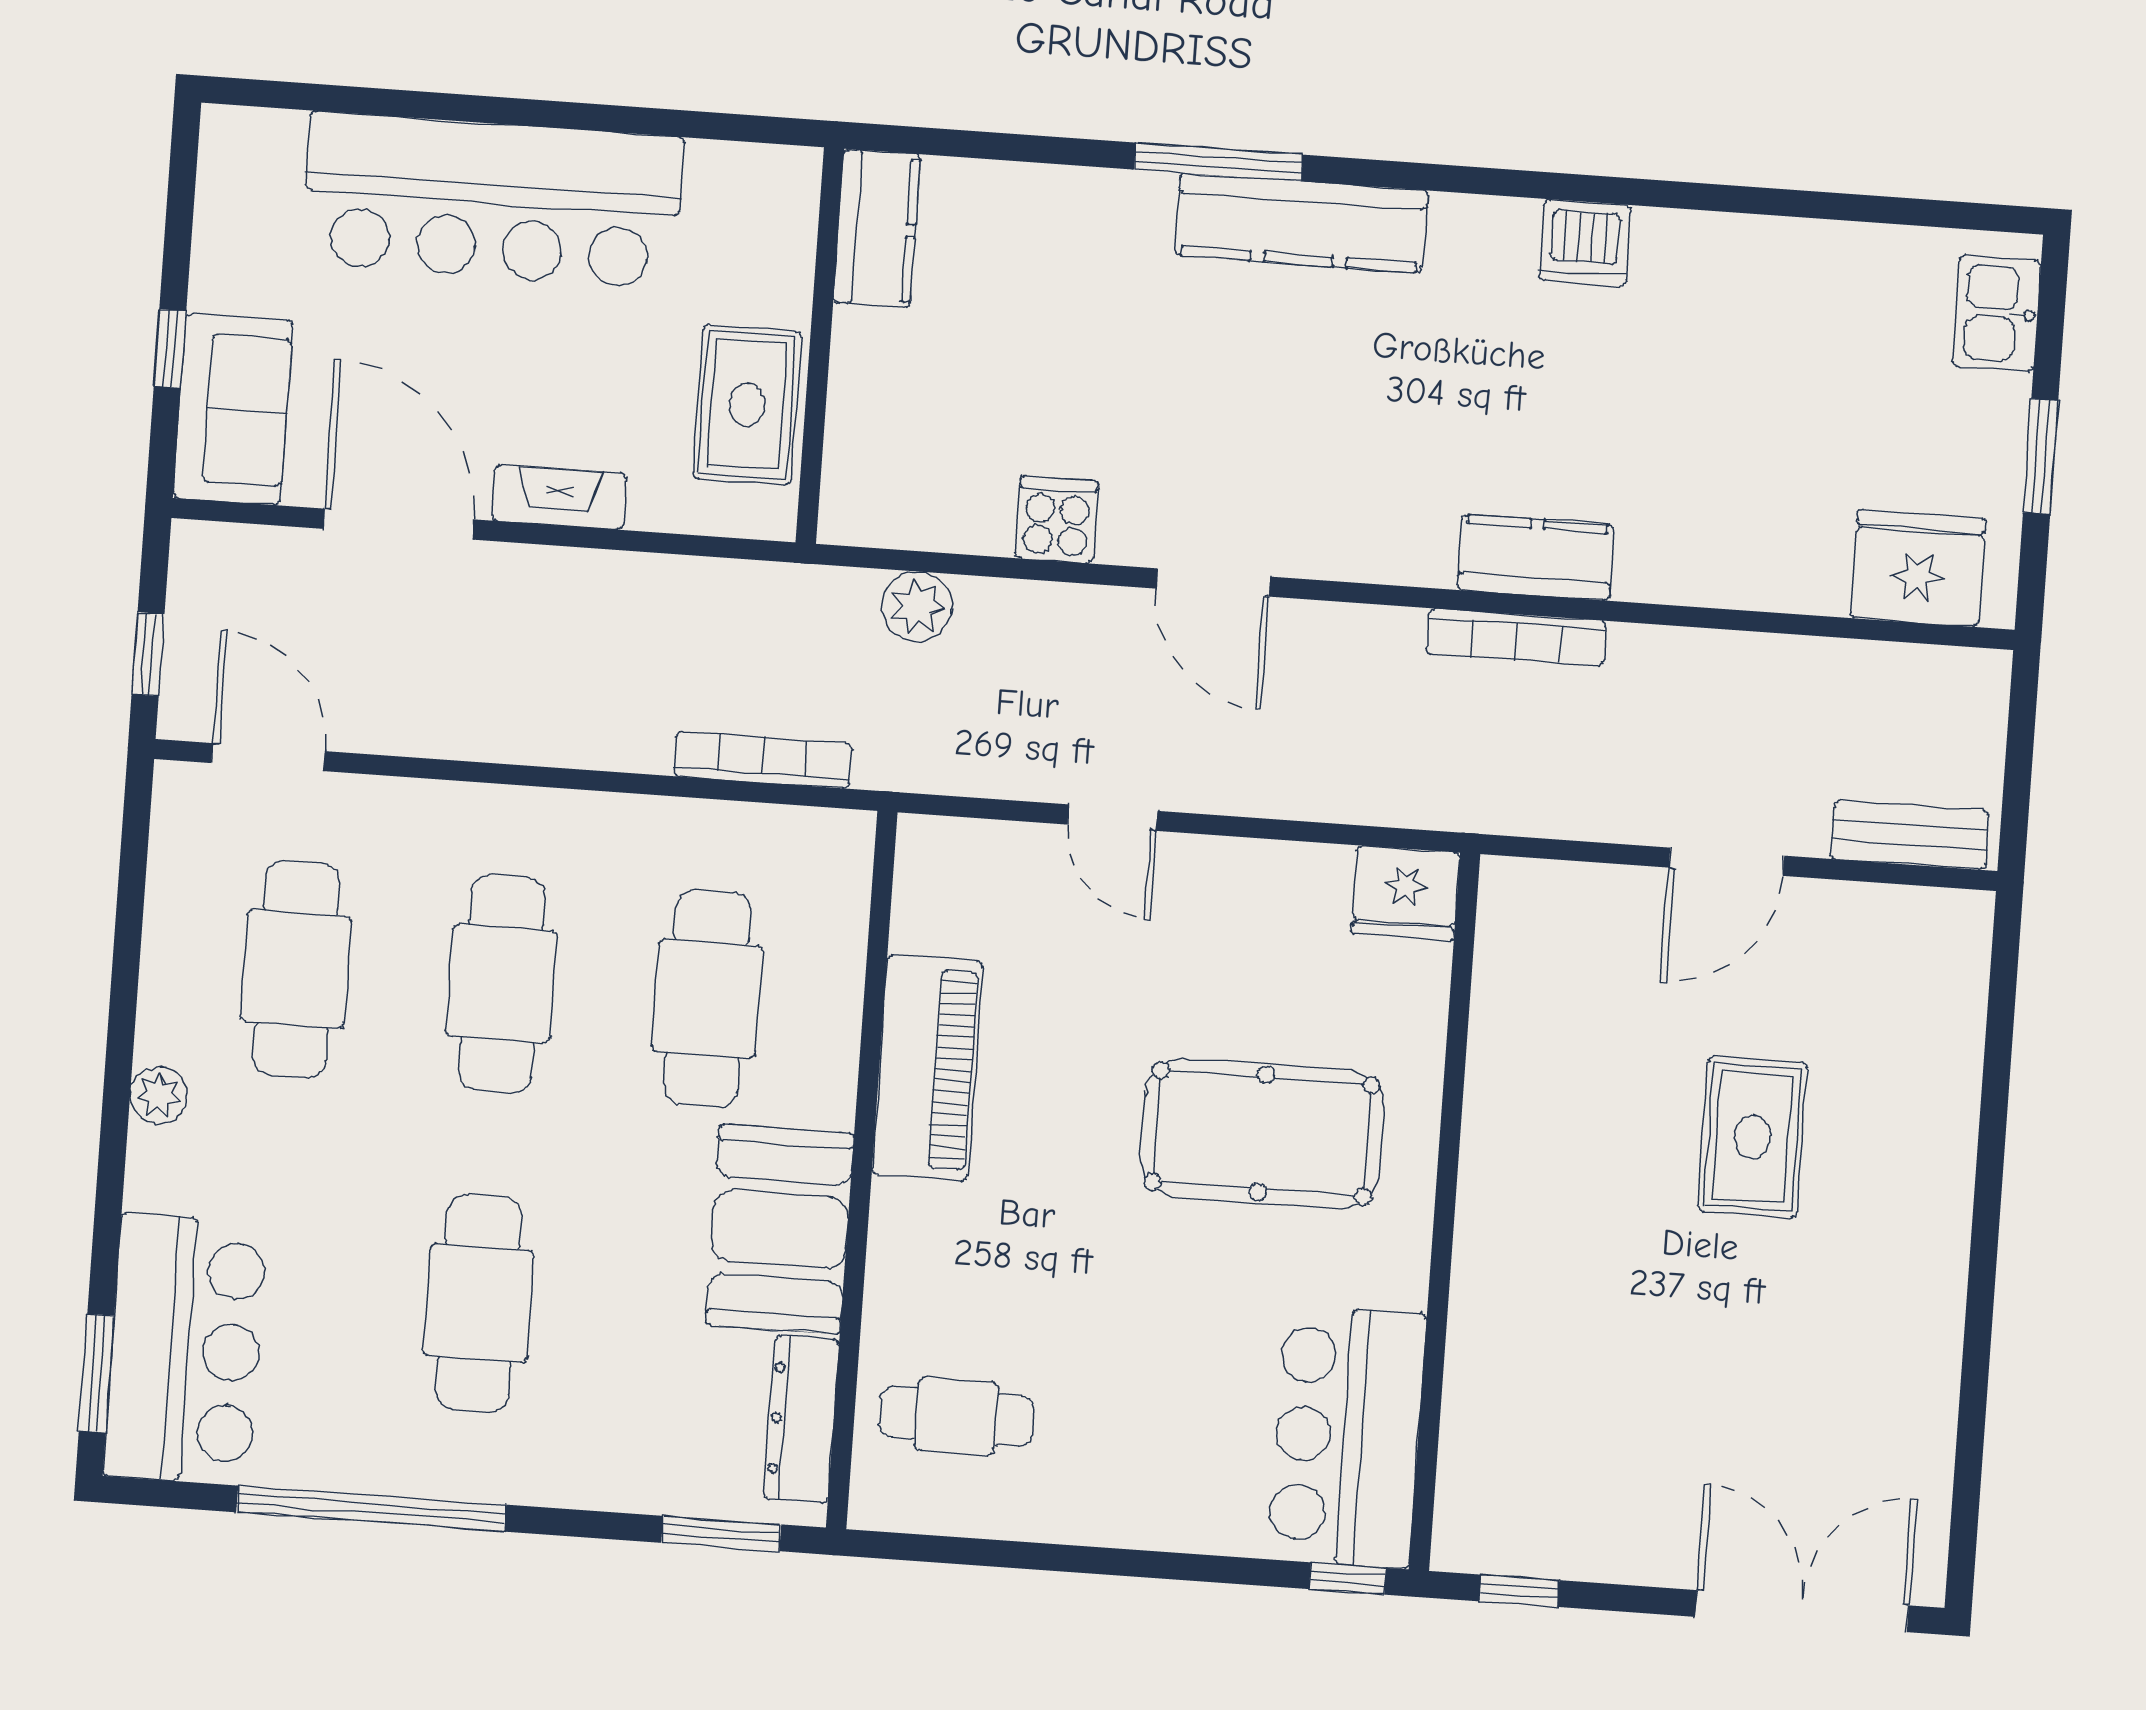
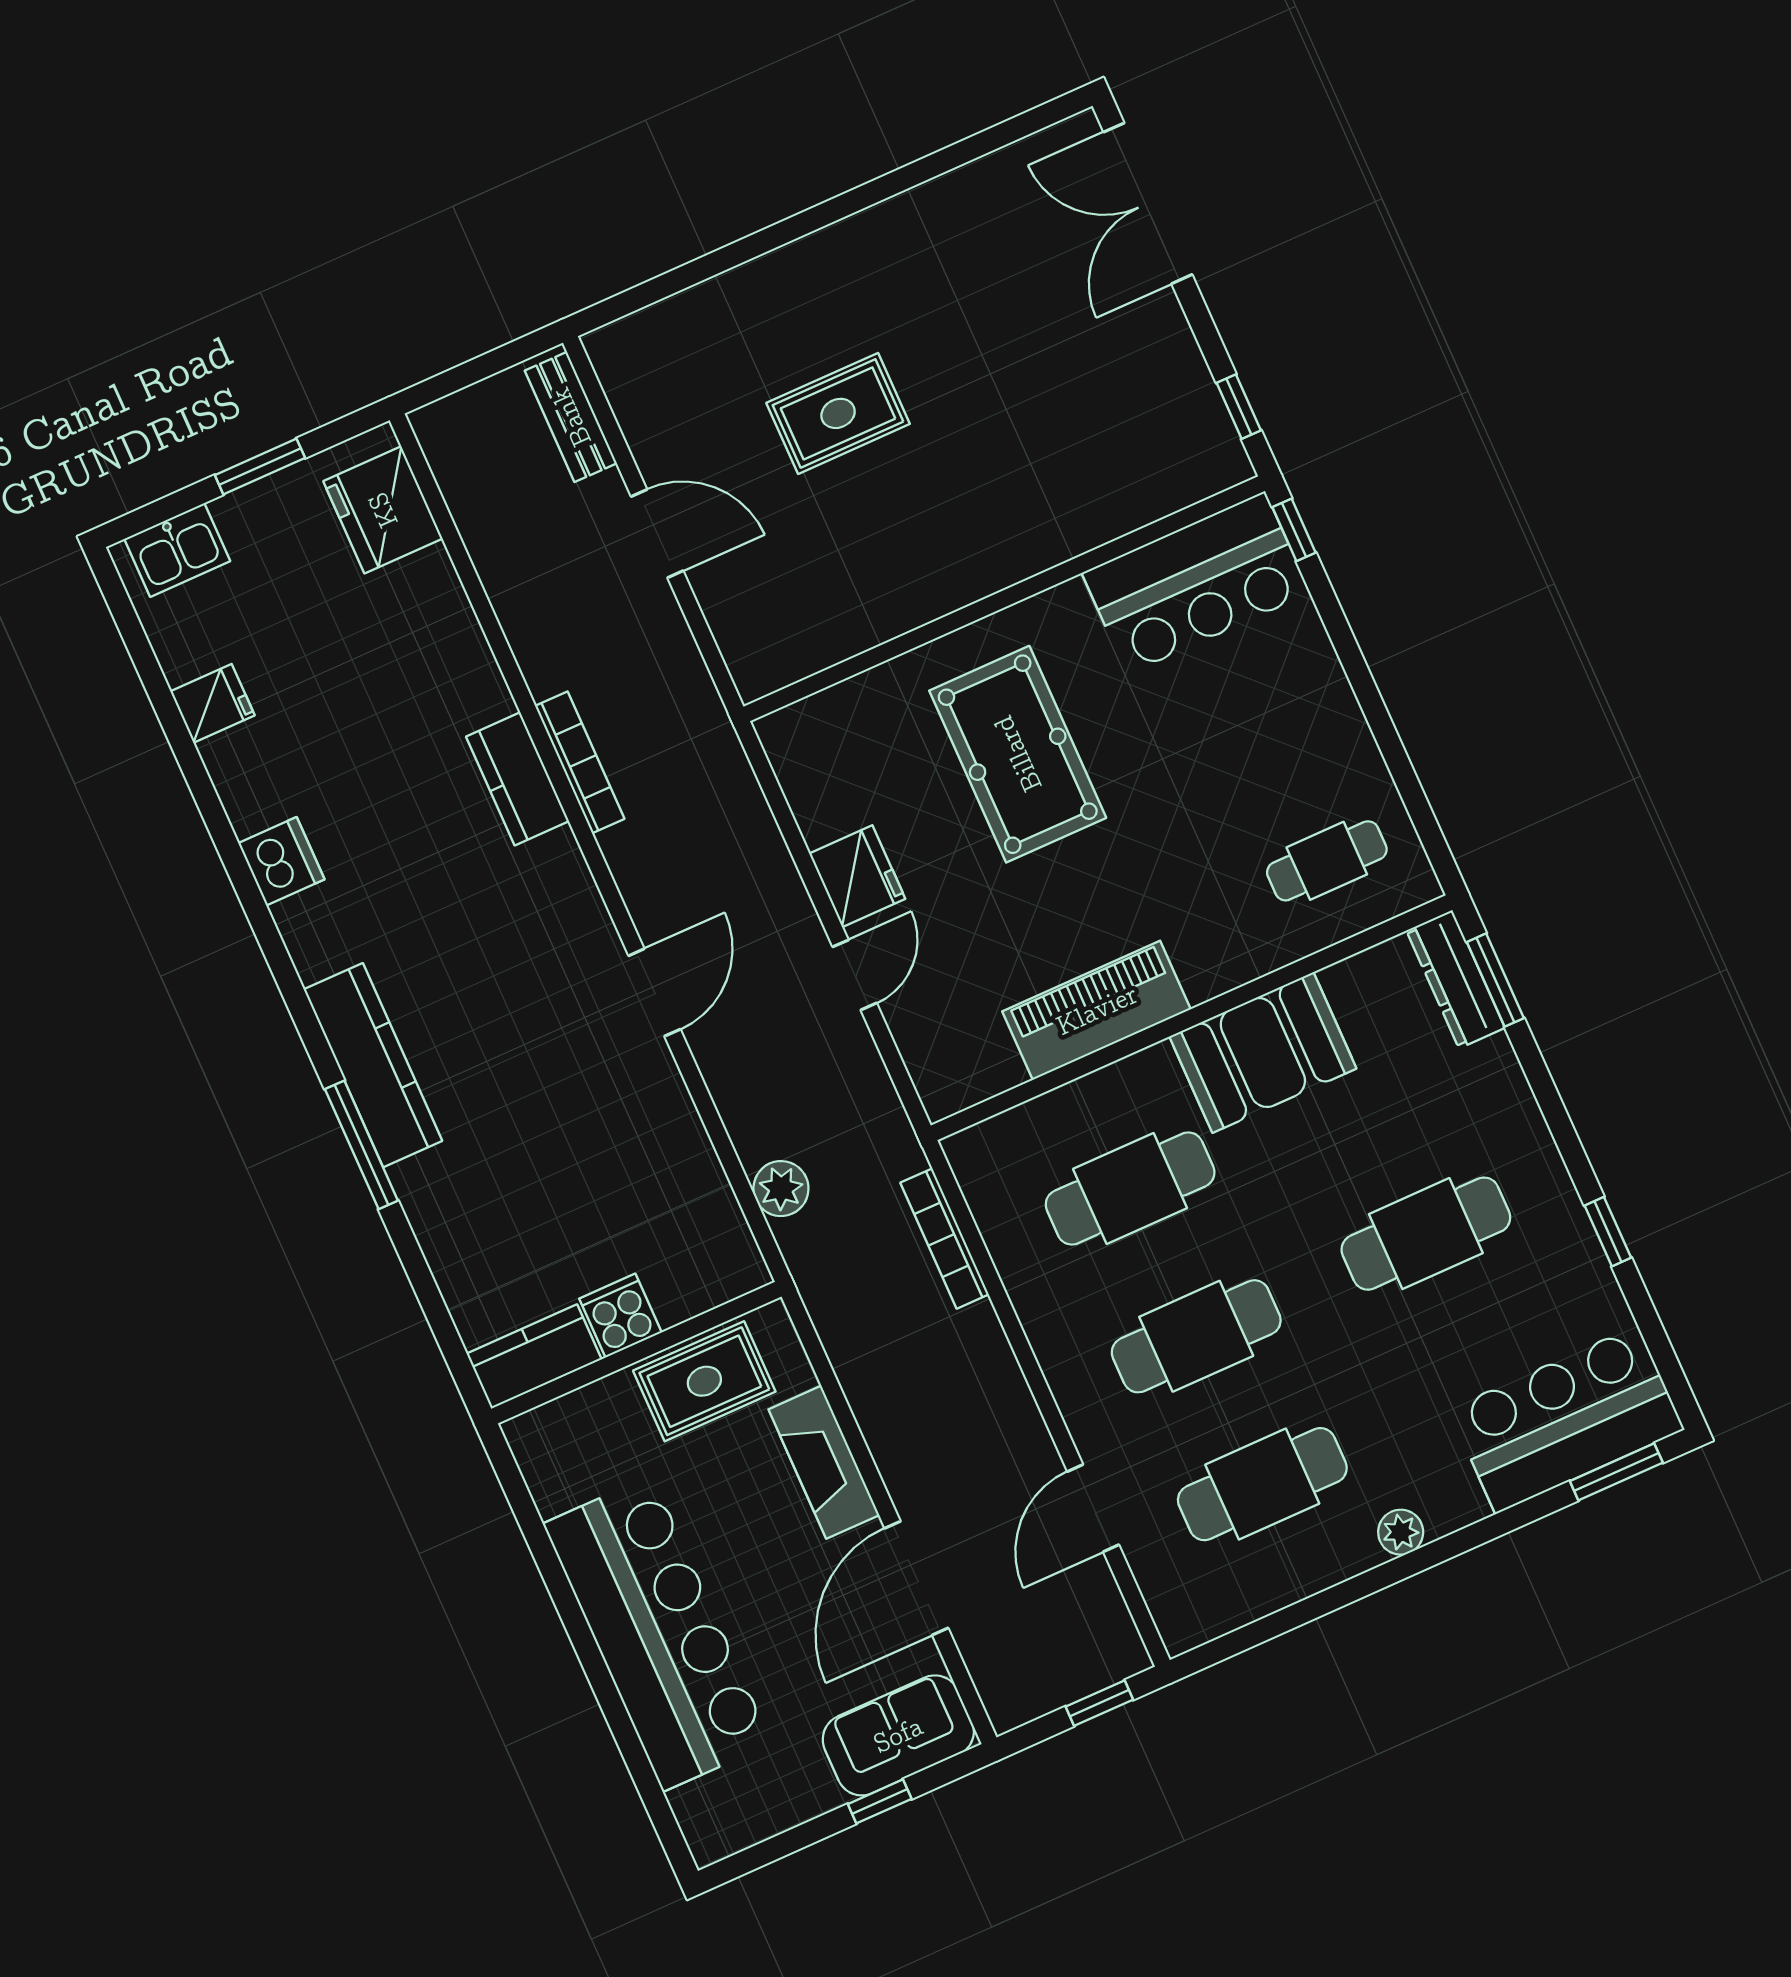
fridge: (1803, 261) -> (212, 703), added
fireplace: (559, 497) -> (824, 1462), width x1.37, depth x1.32
cooker: (1057, 520) -> (620, 1316), moved, turned 90
door: (268, 757) -> (1093, 1508), moved
fridge: (1406, 893) -> (857, 876), moved
cafe table: (956, 1416) -> (1327, 861), turned 90
dresser: (801, 1419) -> (1456, 979), moved, turned 90
window: (371, 1509) -> (1608, 1232), width x0.32

